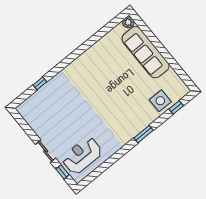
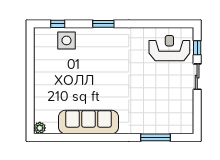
sofa: (146, 52) -> (89, 122), moved, turned -90
window: (40, 83) -> (155, 137), width x2.17
reception desk: (82, 156) -> (169, 48), turned 180

